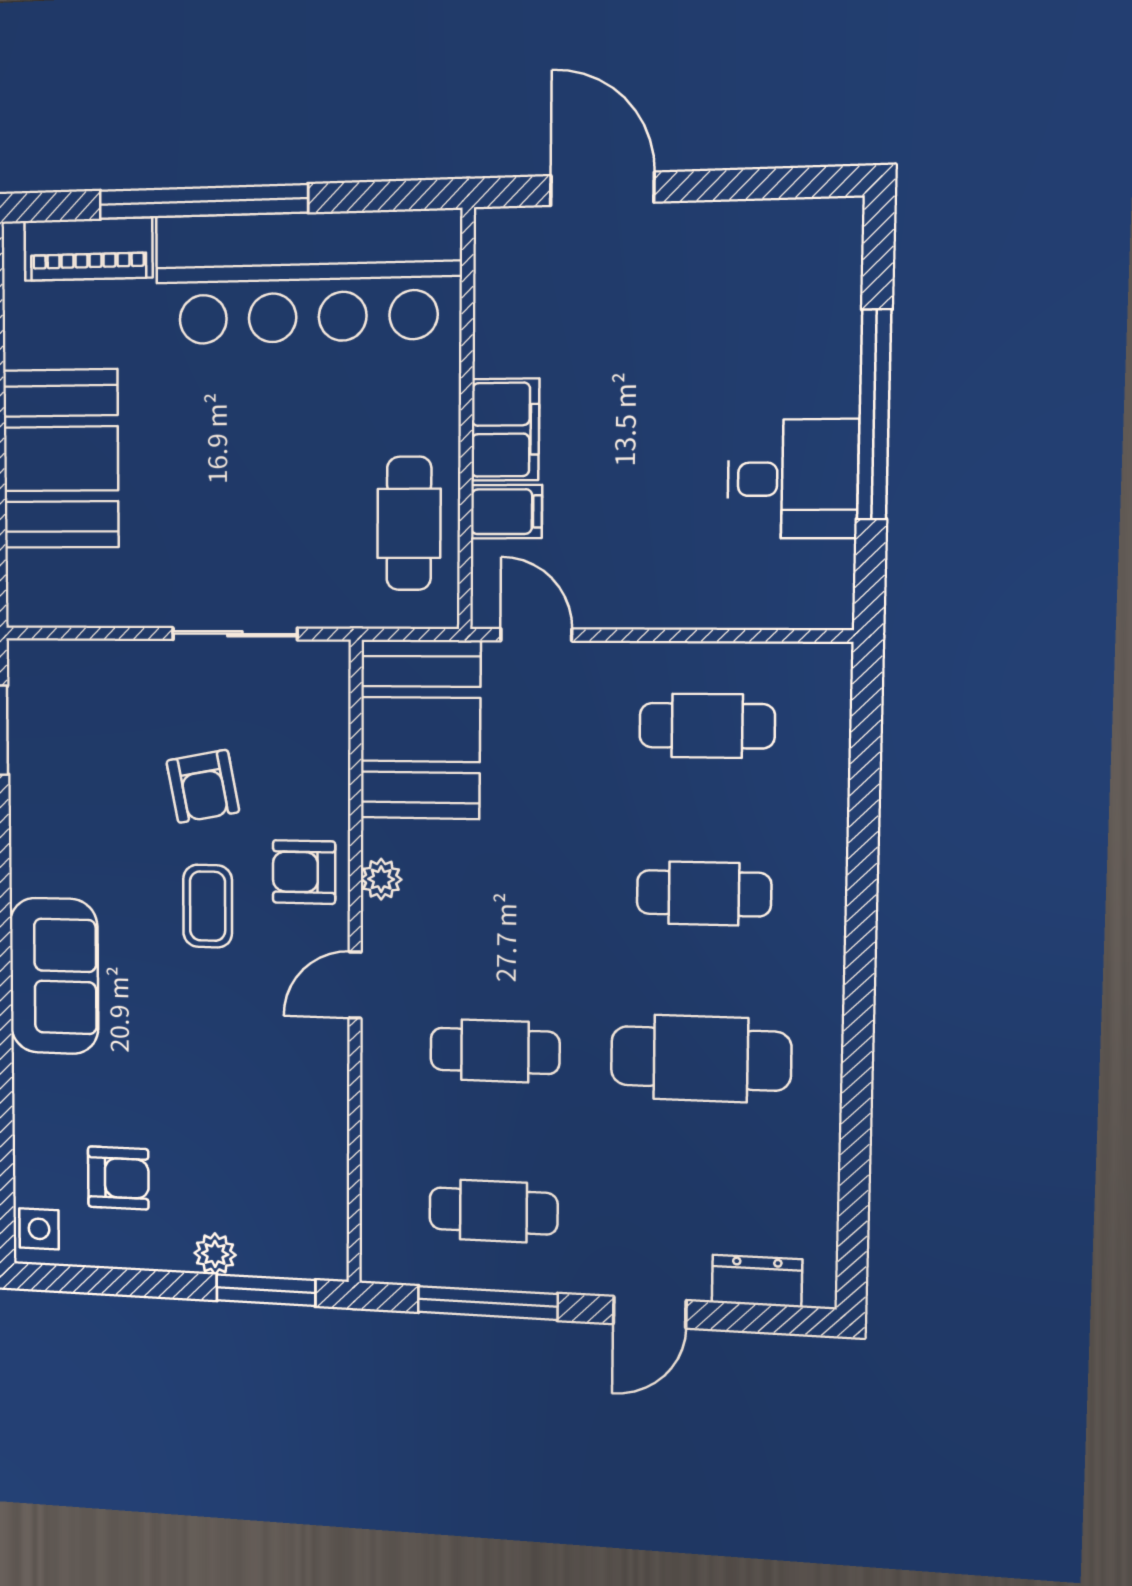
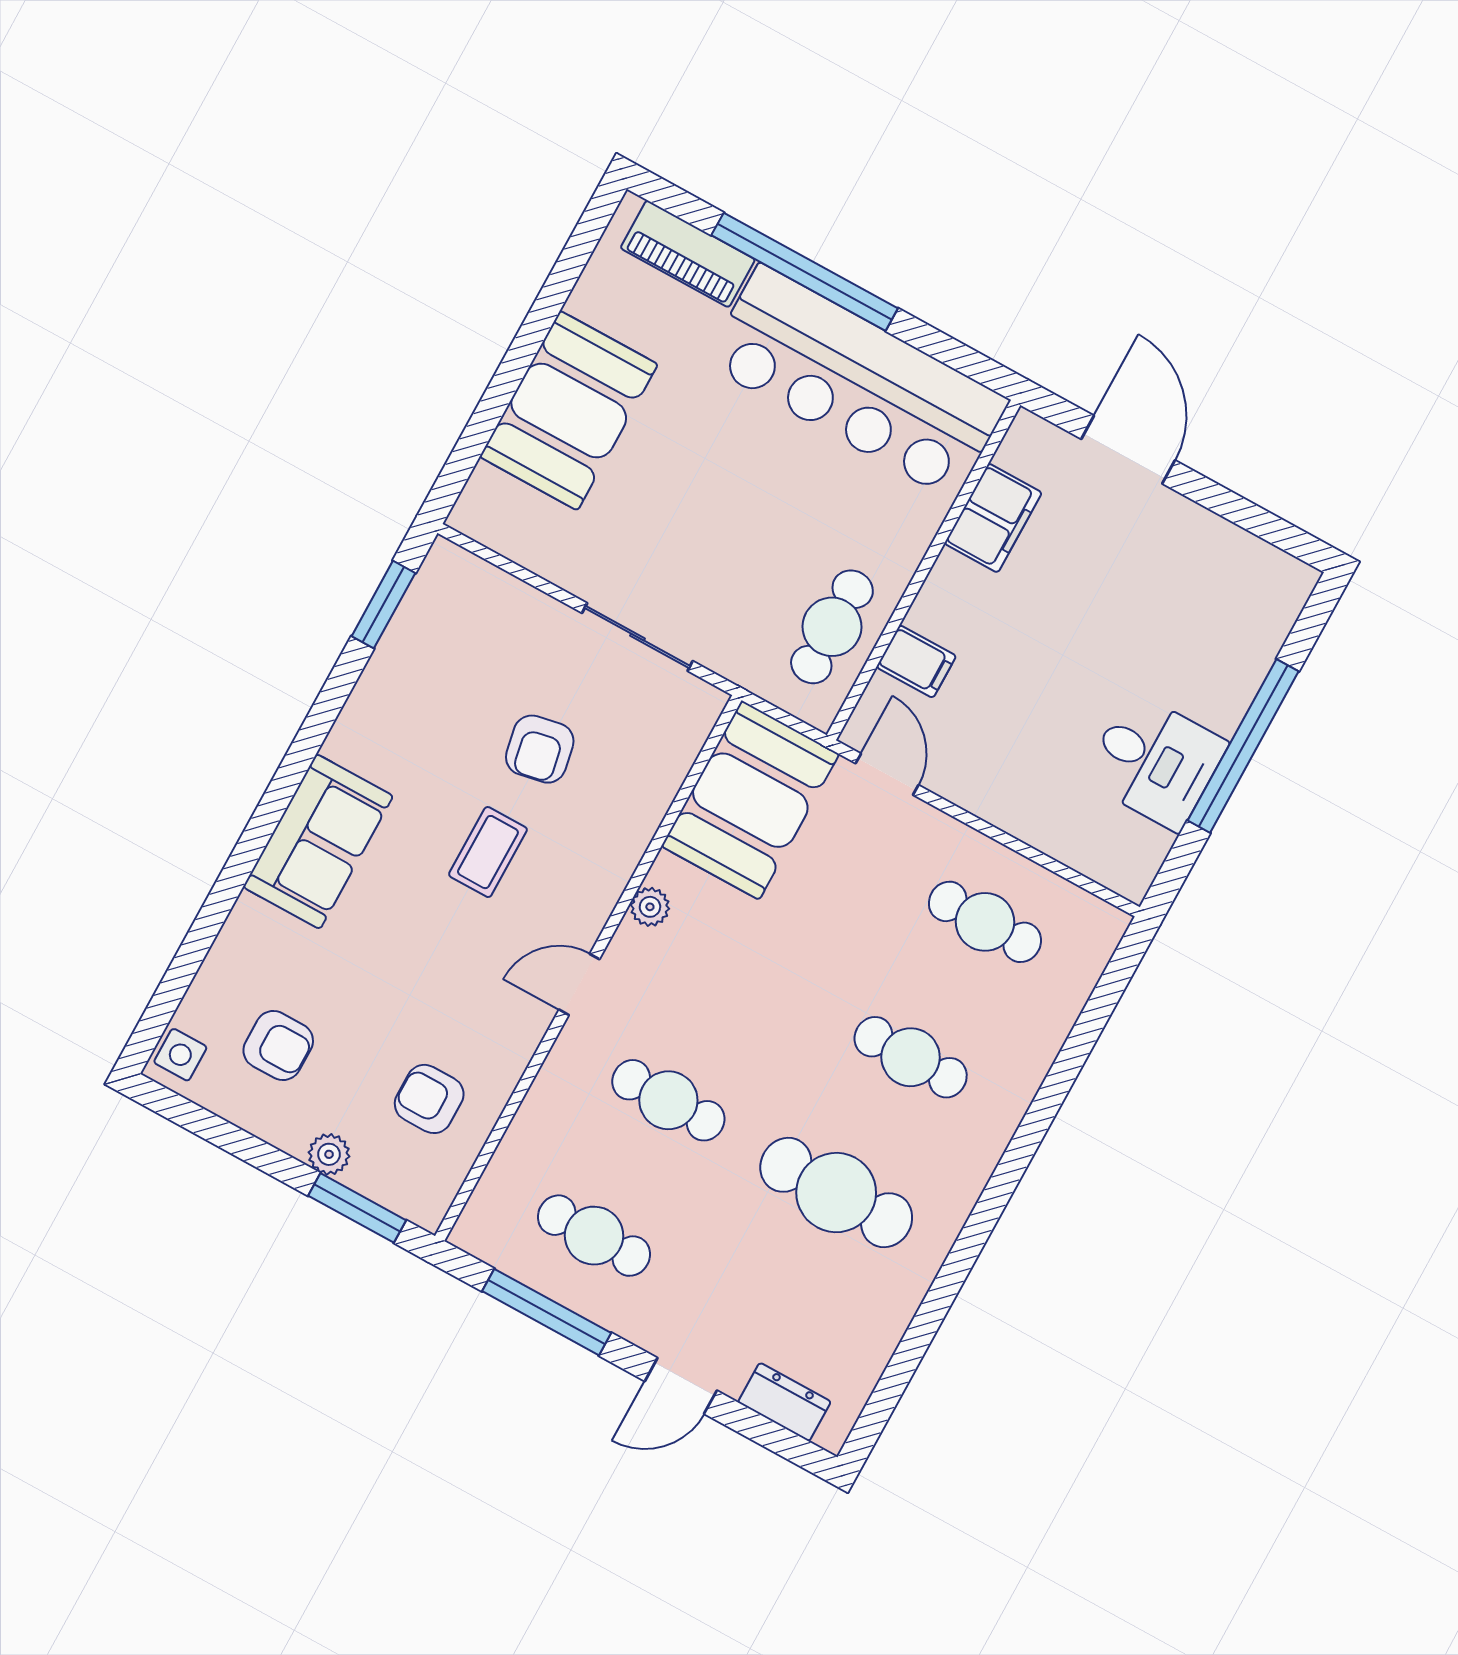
filing cabinet: (505, 430) -> (993, 518), moved
armchair: (304, 872) -> (429, 1099), moved

